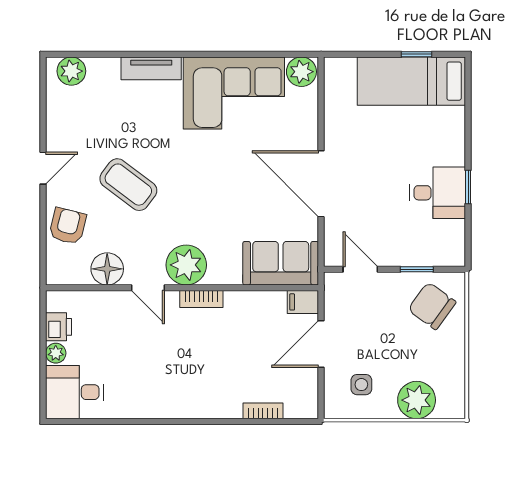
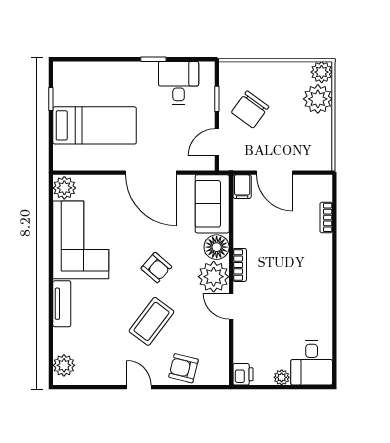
bed: (411, 81) -> (95, 125), moved, turned -90
door: (321, 184) -> (151, 173), hinge flipped
armchair: (198, 191) -> (156, 268), added
desk: (438, 193) -> (179, 83), moved
floor lamp: (107, 269) -> (217, 247), moved
door: (148, 288) -> (231, 306), swing flipped
chair: (432, 306) -> (250, 109), moved
printer: (59, 327) -> (243, 374), moved, turned 90
side table: (361, 385) -> (306, 142), removed
plant: (451, 405) -> (322, 72), added

